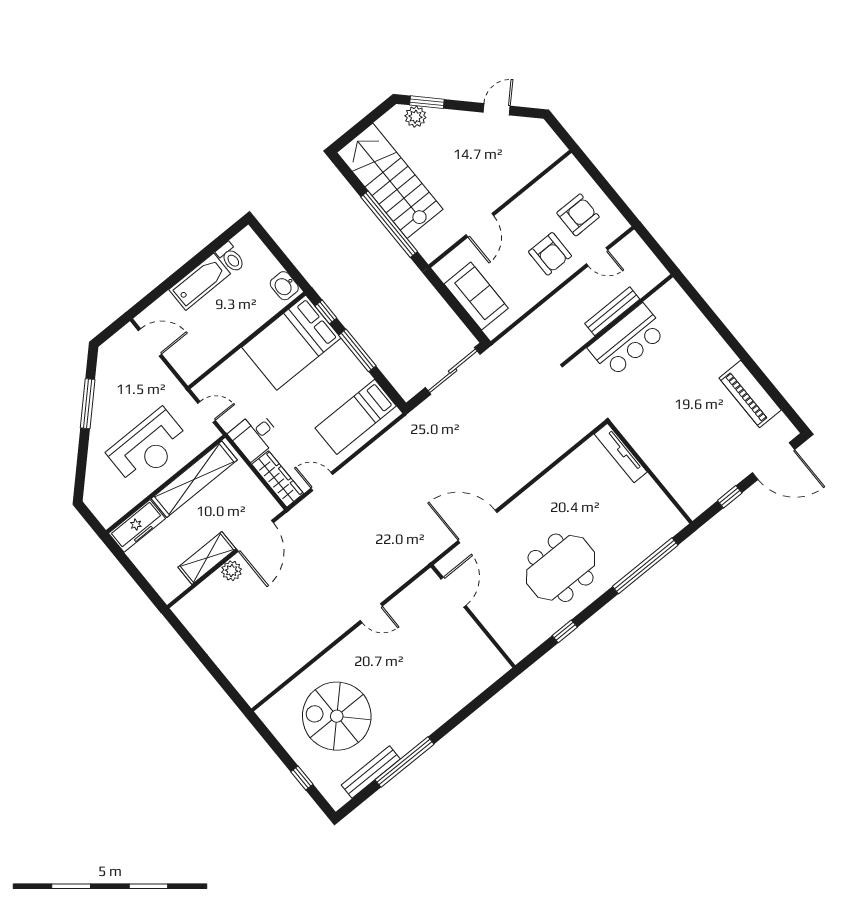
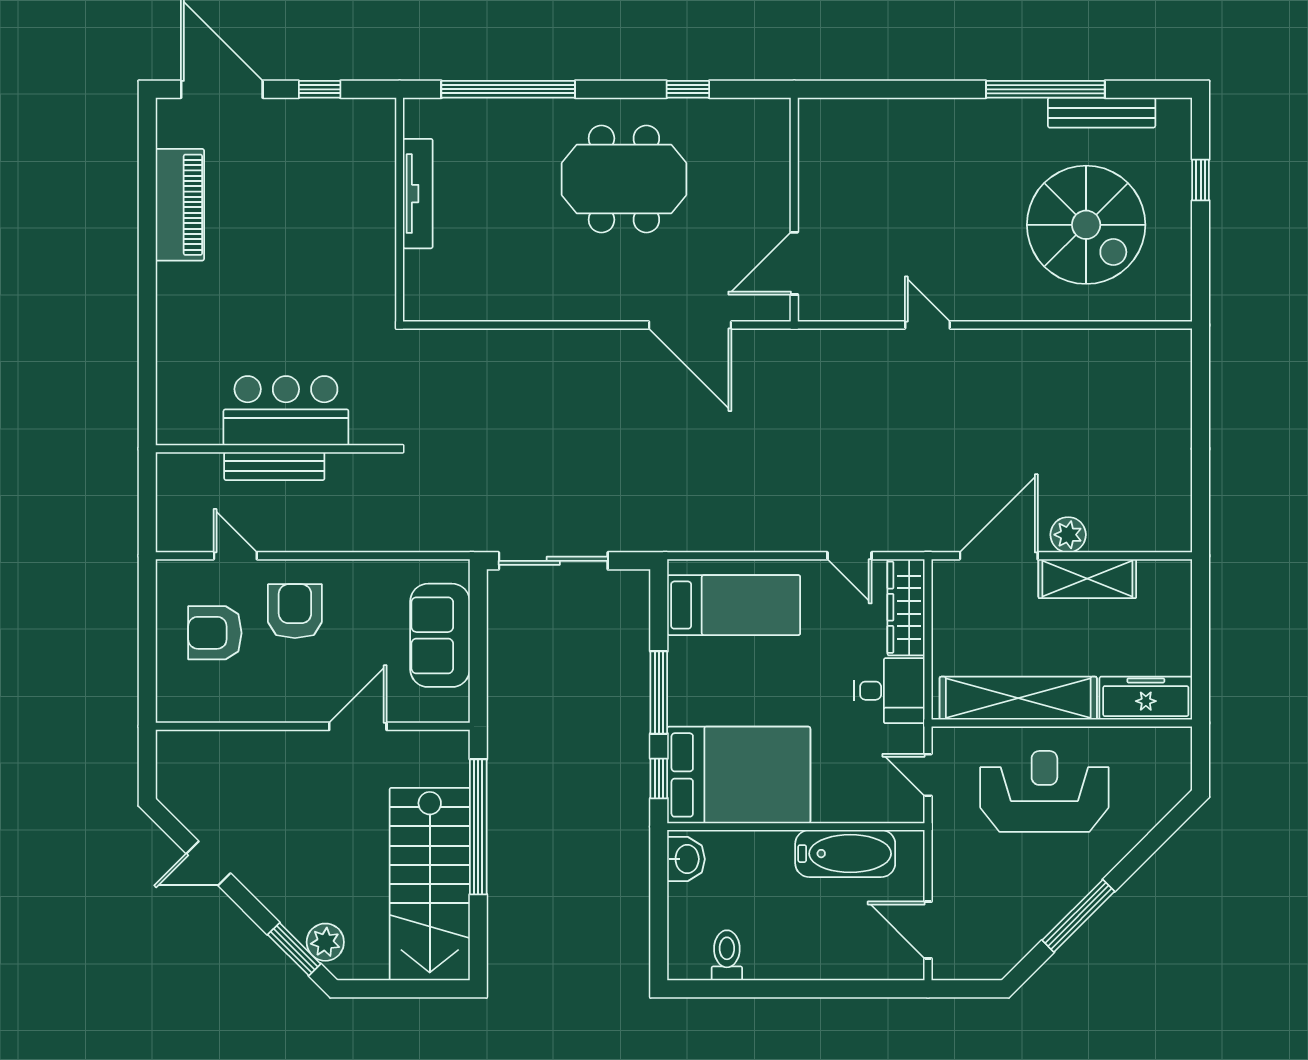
bathtub: (200, 282) -> (845, 854), moved, turned 180
tv unit: (621, 453) -> (418, 194), moved

